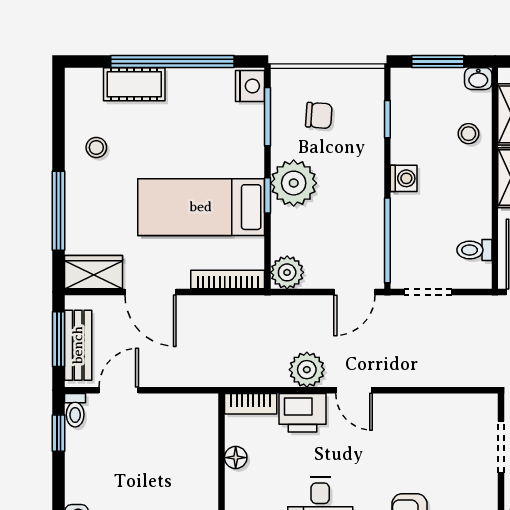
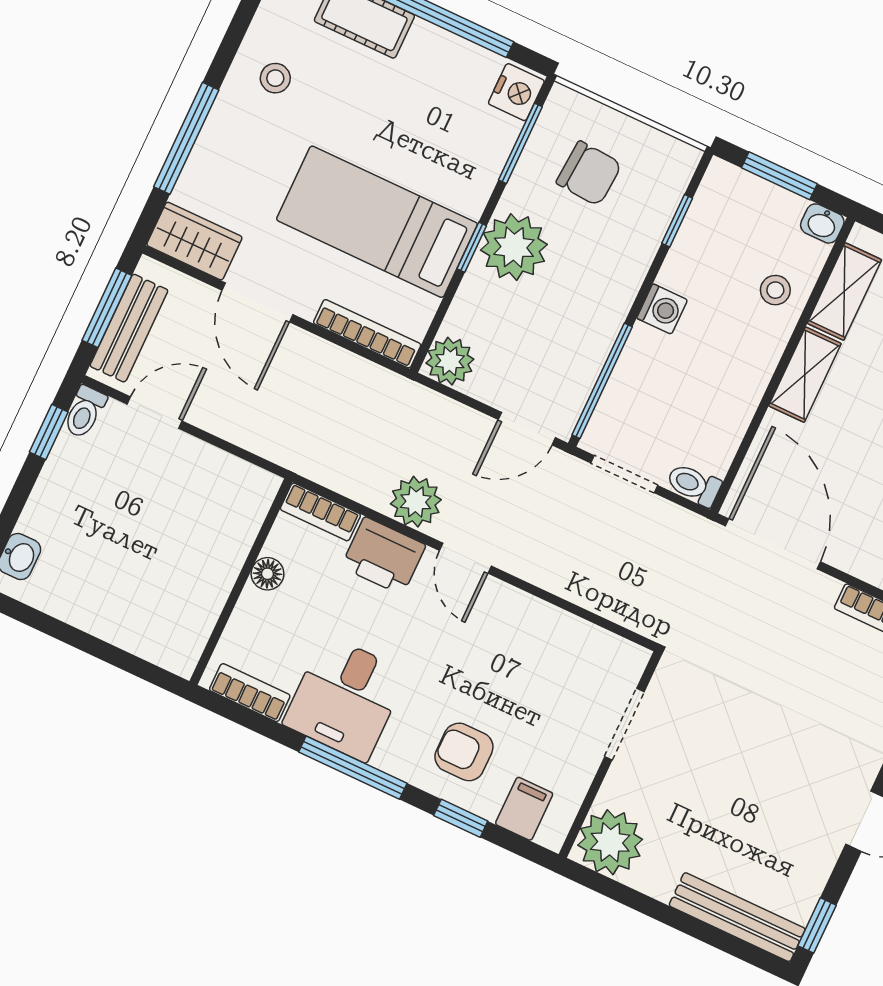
chair: (319, 115) -> (589, 173), width x1.37, depth x1.37
toilet: (474, 250) -> (694, 485), moved

